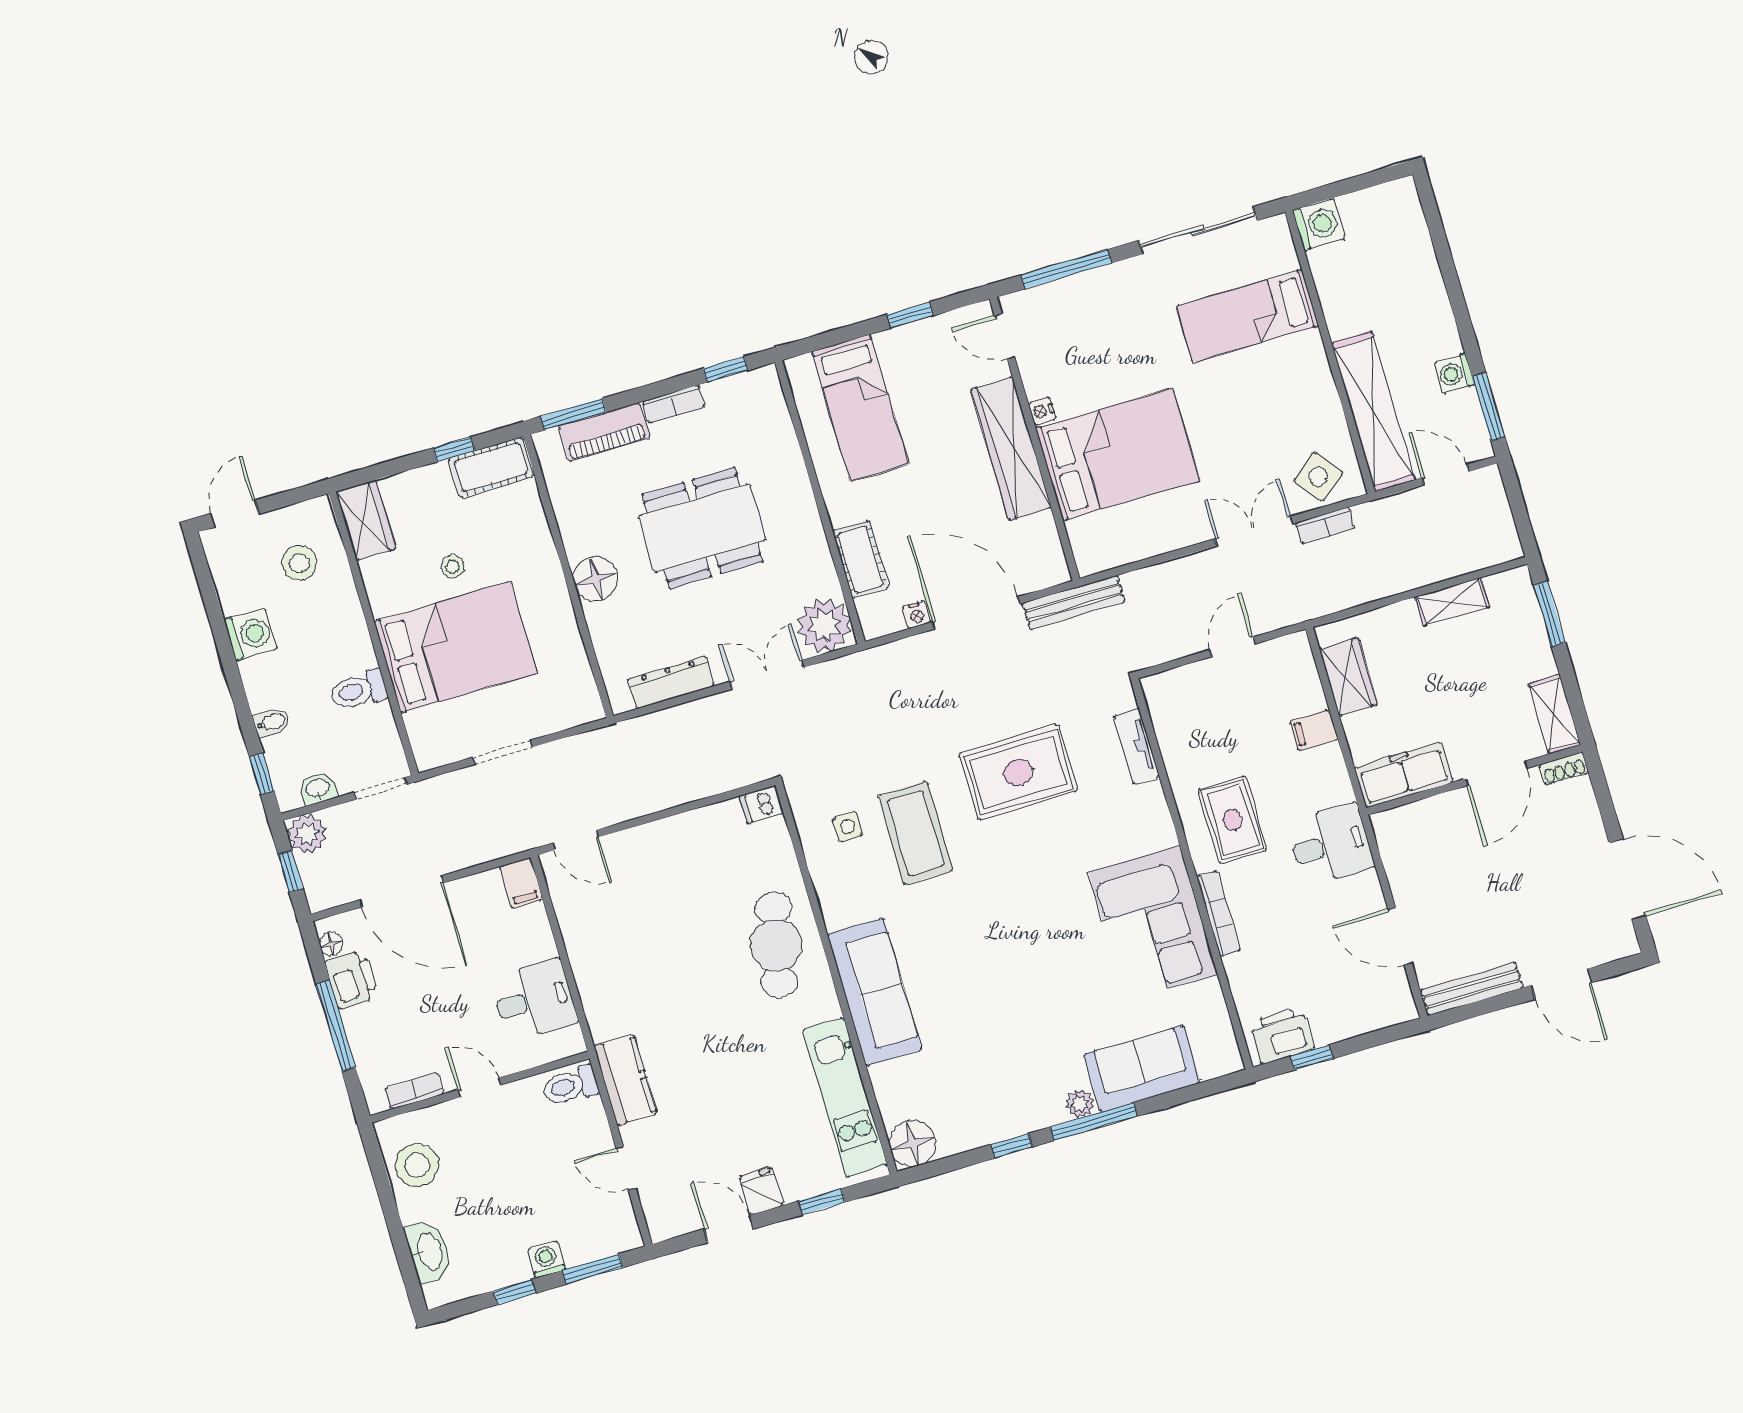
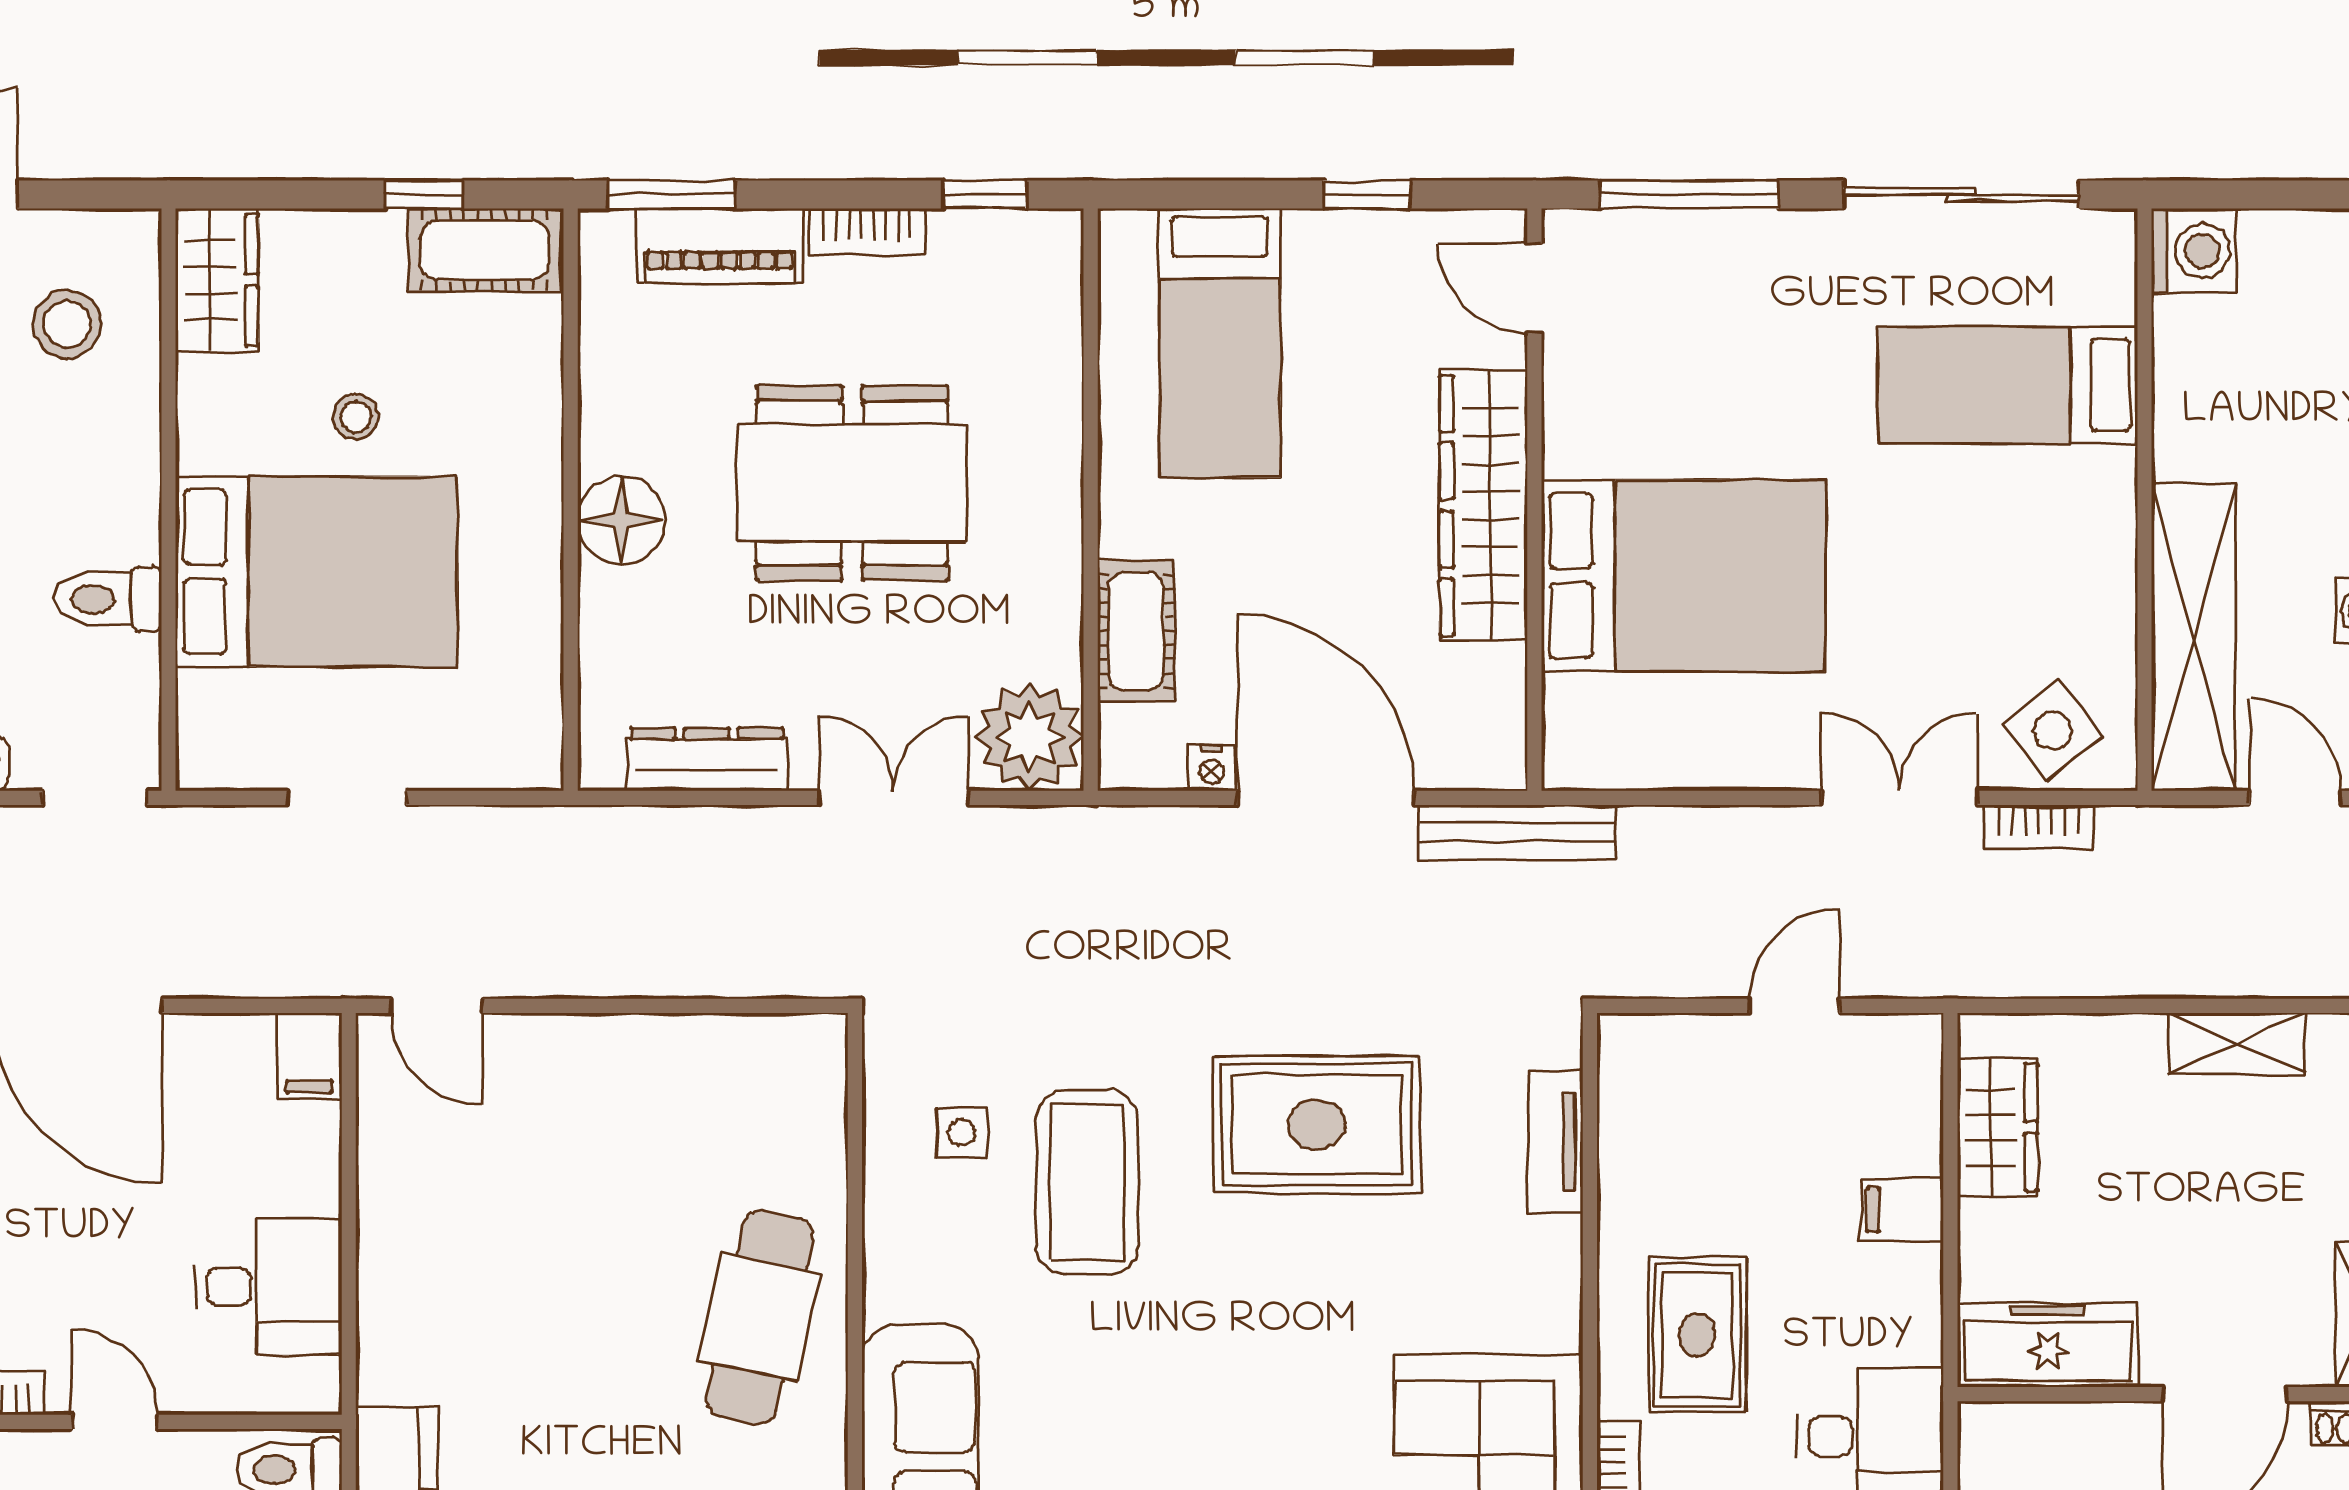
nightstand: (1042, 411) -> (1564, 451), removed
dishwasher: (761, 805) -> (810, 1042), removed

